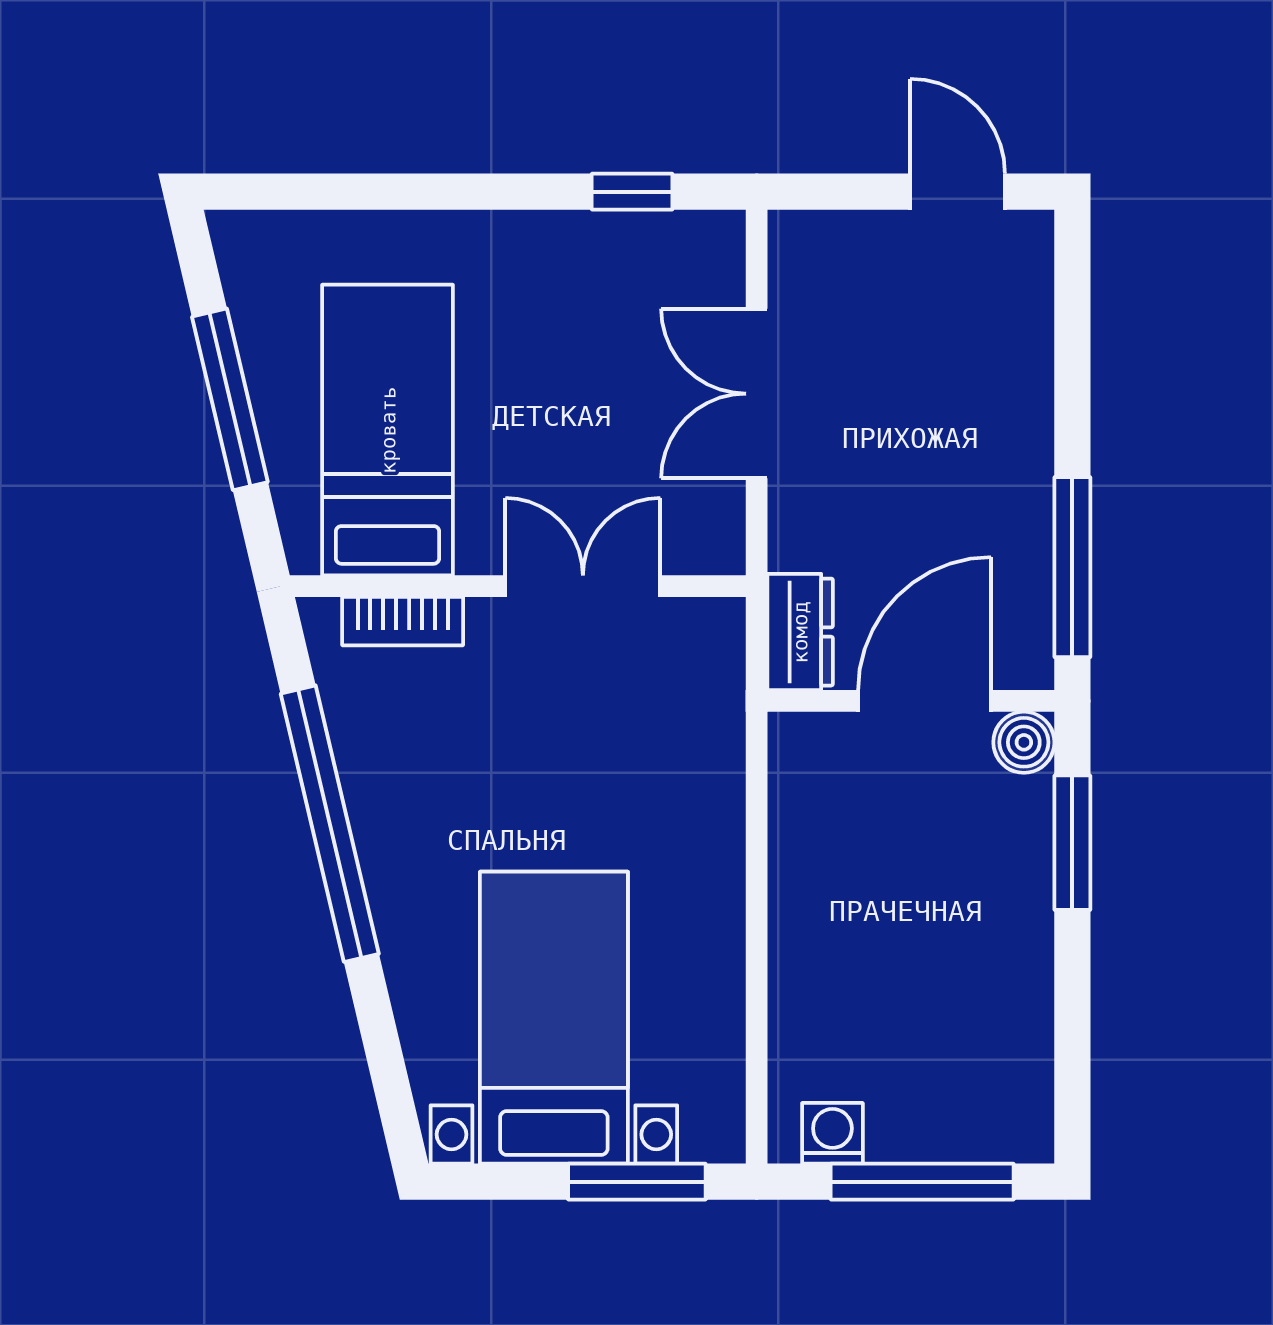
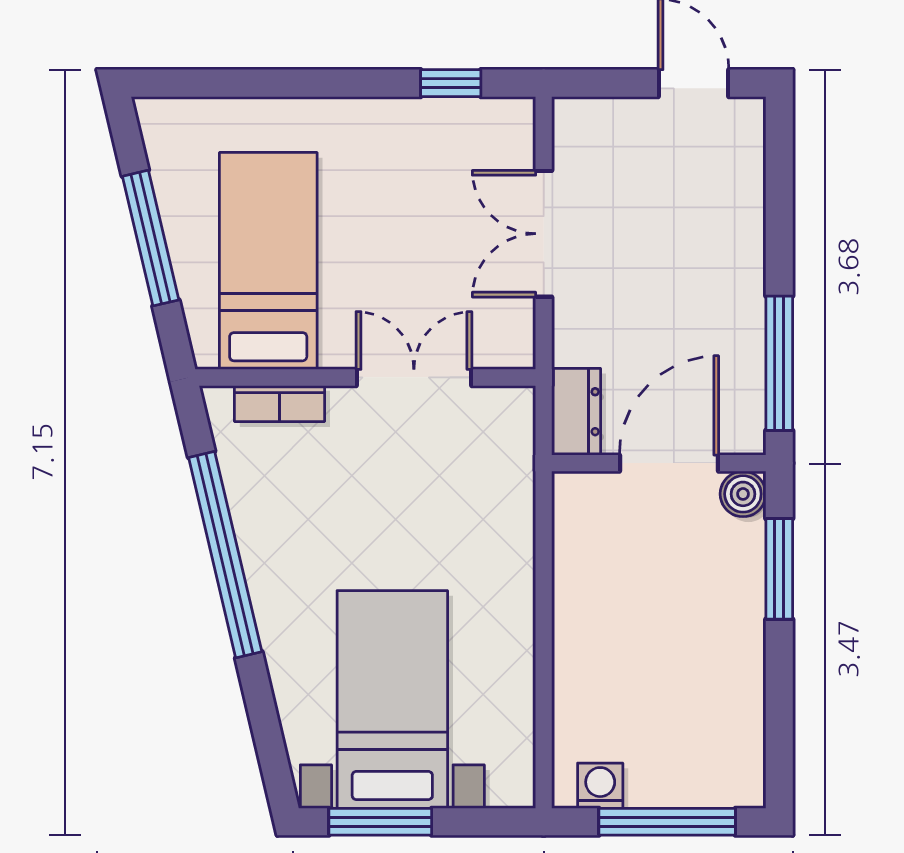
window: (637, 1182) -> (380, 822), moved

